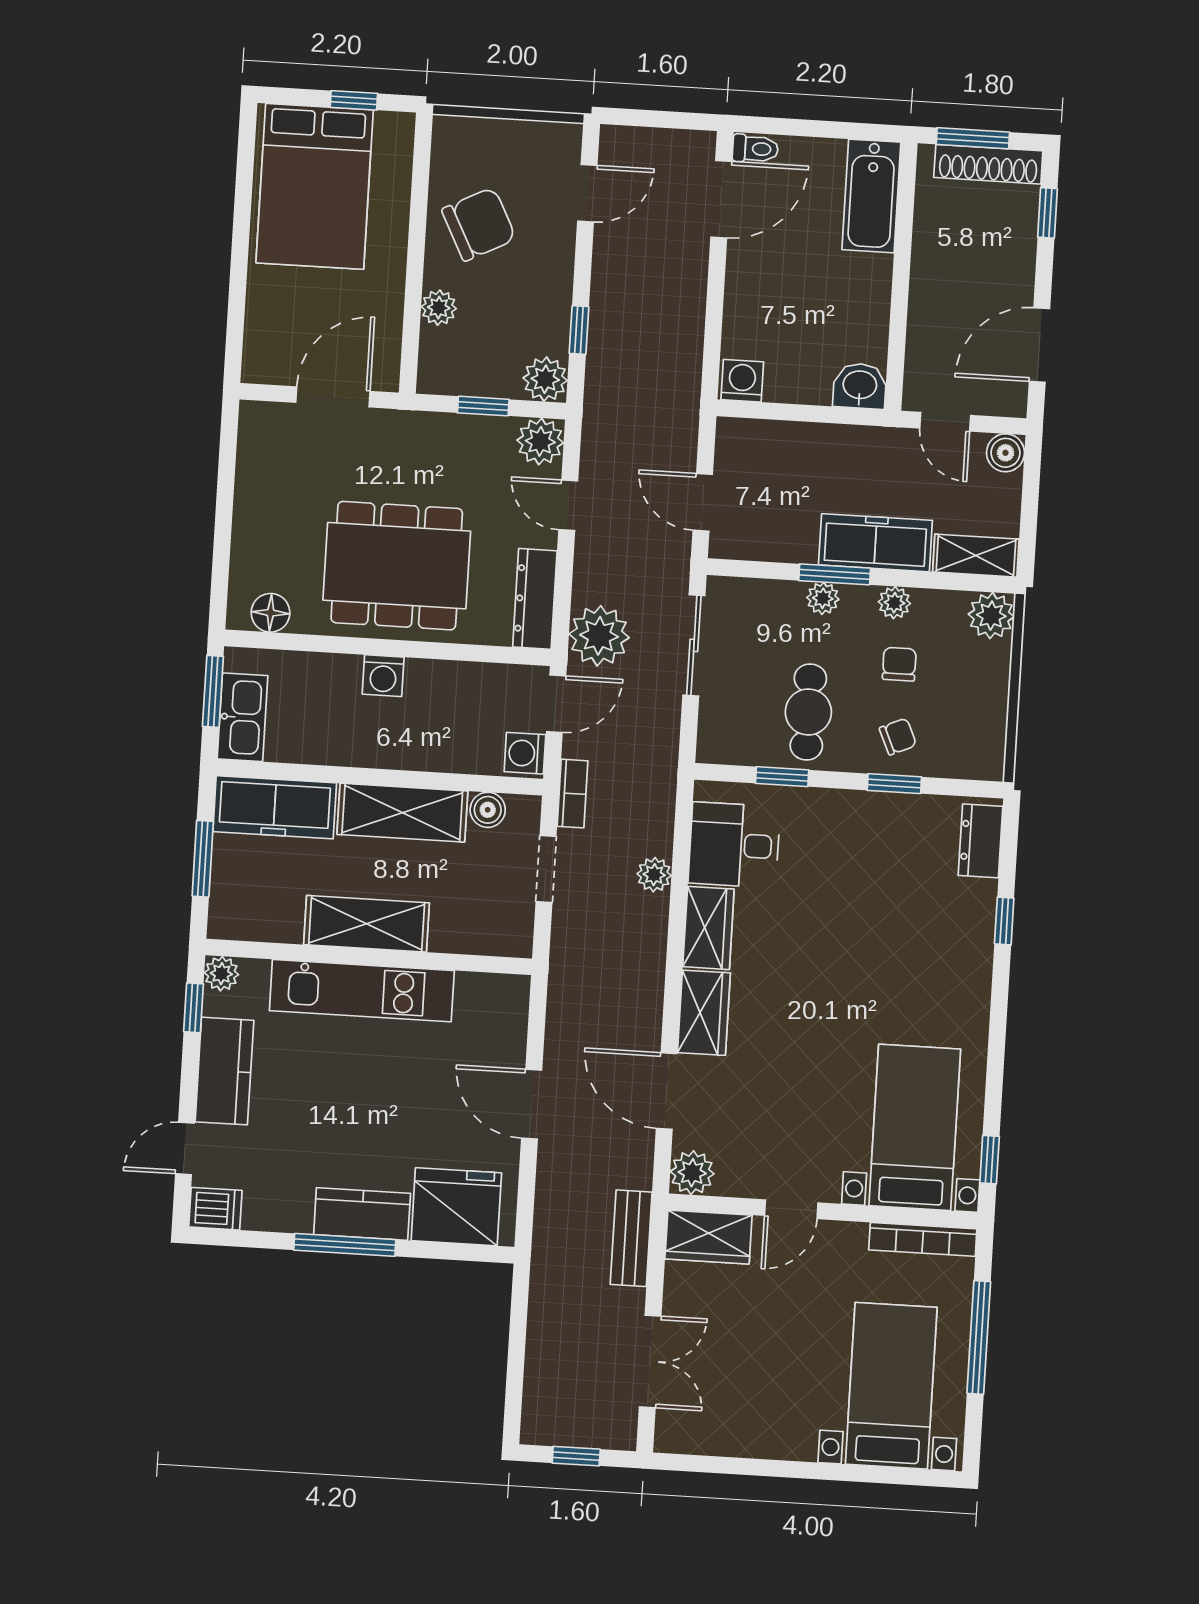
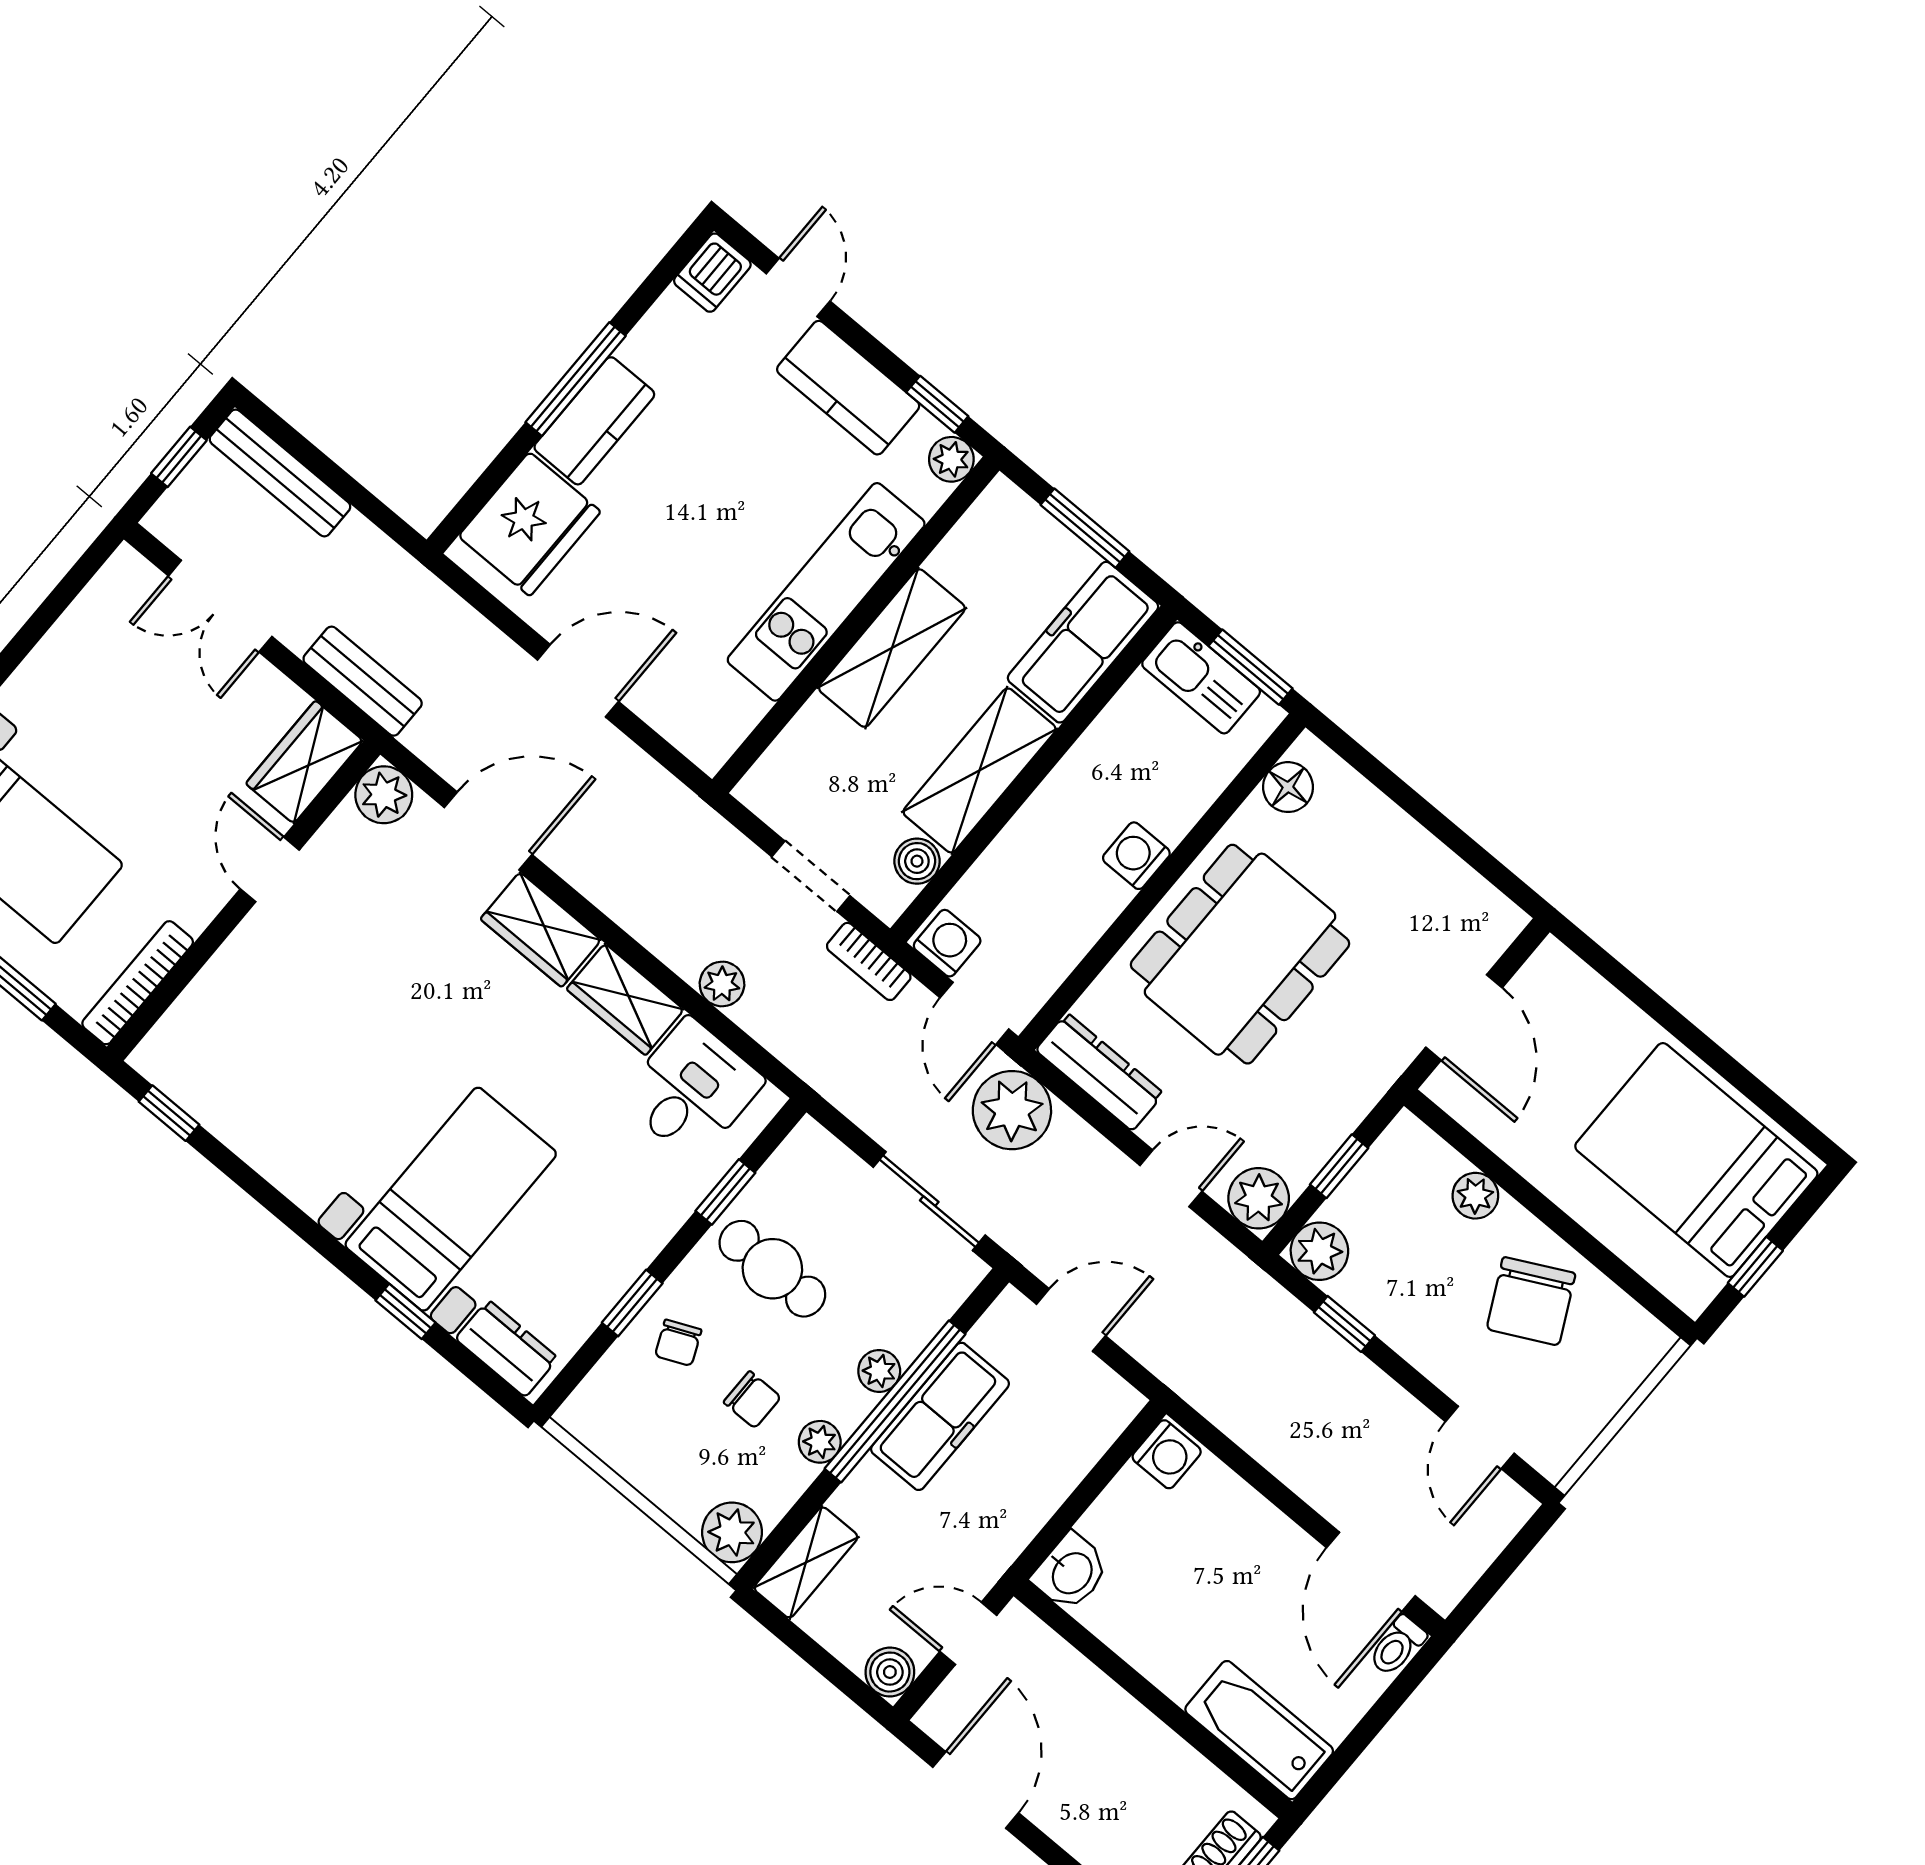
freezer: (875, 543) -> (940, 1416), moved
window: (835, 574) -> (895, 1401), width x2.11
bed with nightstands: (915, 1127) -> (451, 1199), moved, turned -90
bench: (540, 1386) -> (280, 473), added

